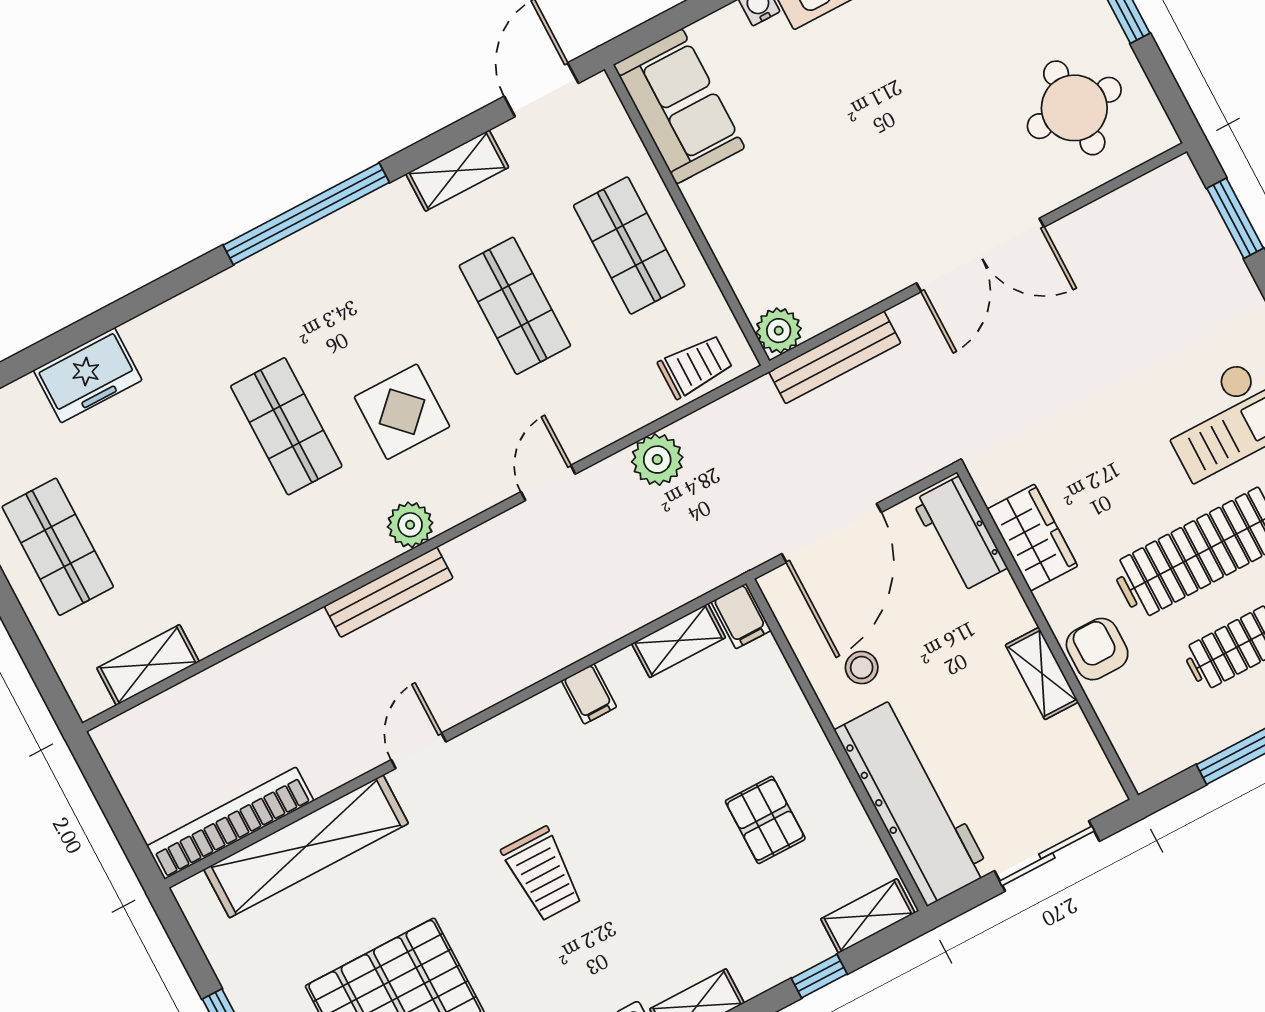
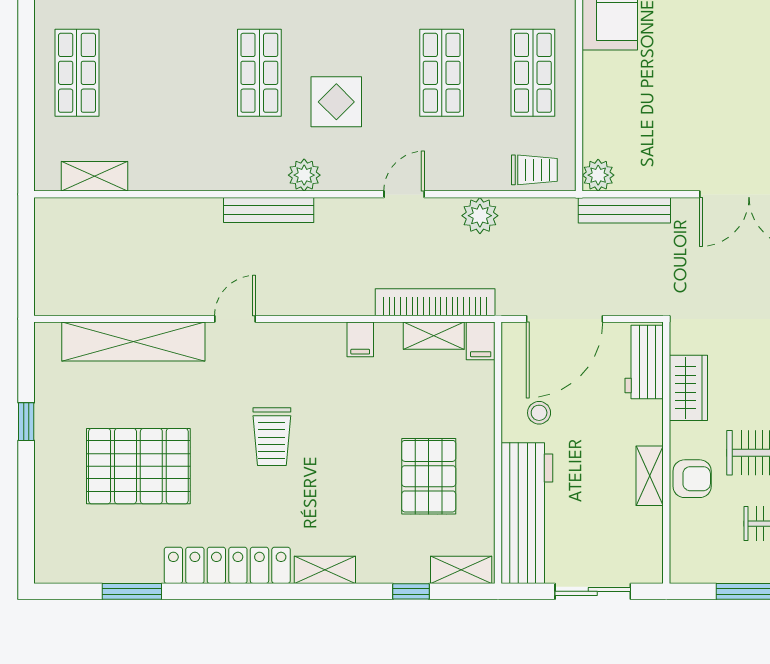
armchair: (1097, 649) -> (692, 479), turned 90
pallet: (765, 820) -> (429, 476), width x1.50, depth x1.42
bookcase: (230, 823) -> (435, 302), moved

